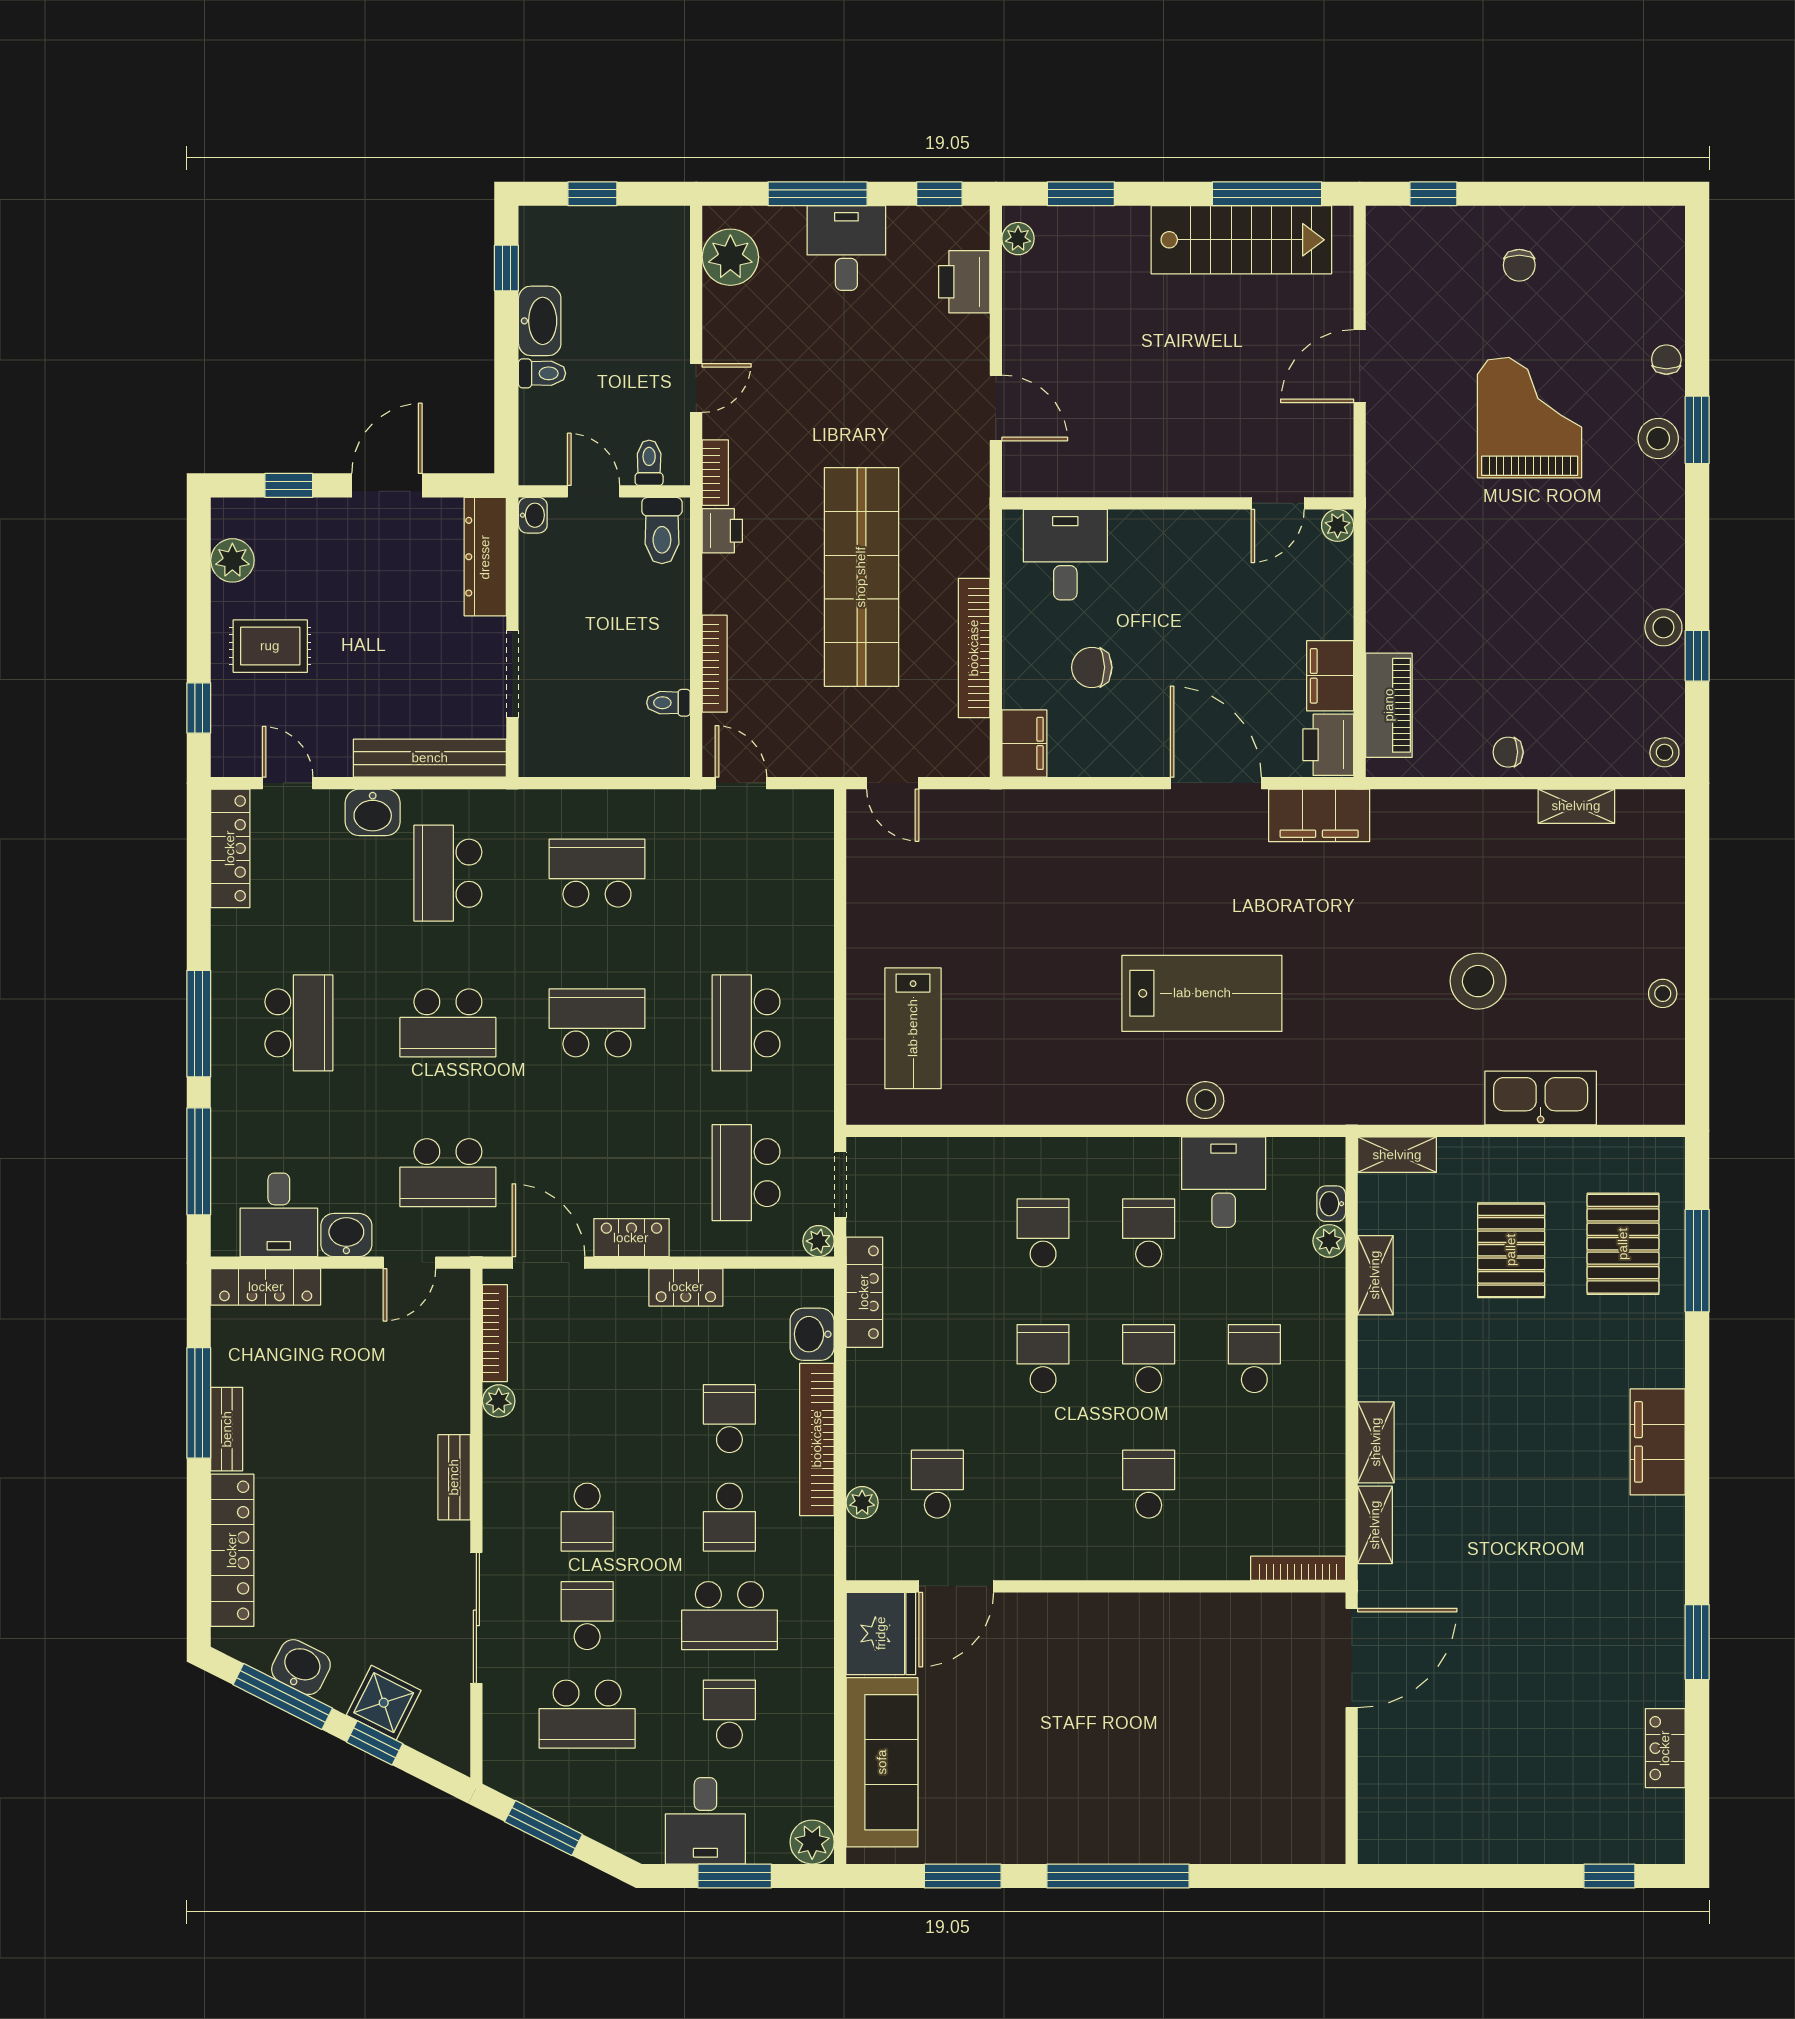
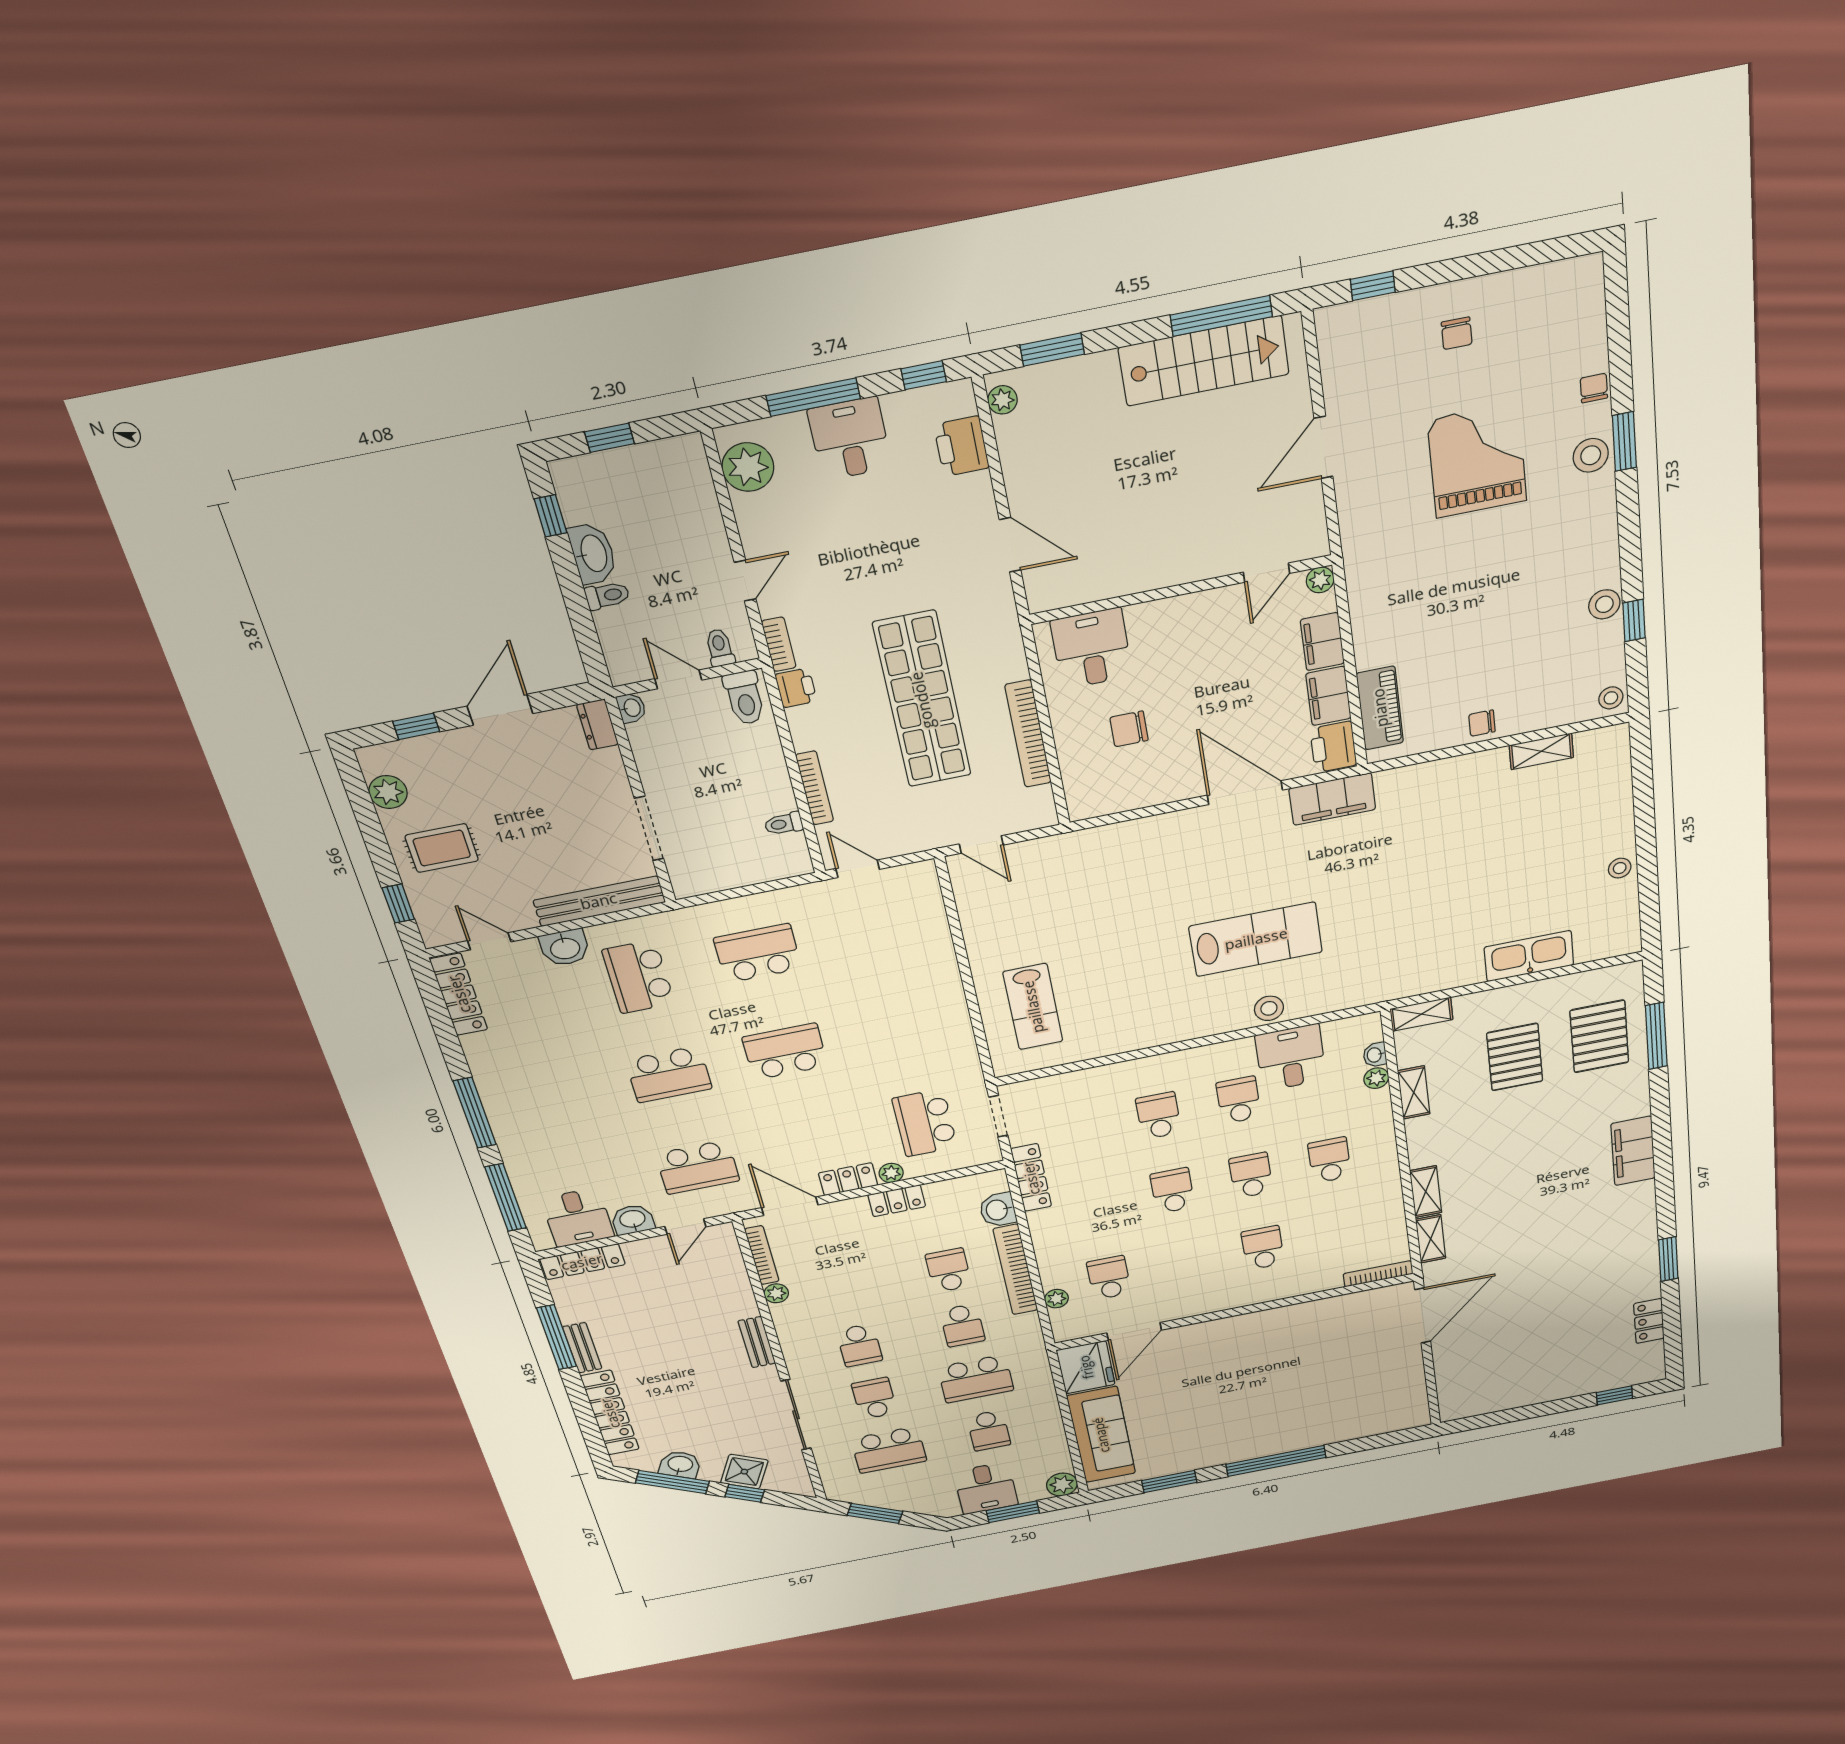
dresser: (485, 557) -> (597, 725), width x0.51, depth x0.80
filing cabinet: (1024, 743) -> (1322, 642), moved, turned 180
stool: (1478, 981) -> (1473, 888), removed
school desk: (299, 1023) -> (552, 1097), removed
school desk: (746, 1023) -> (901, 1029), removed
plant: (819, 1241) -> (891, 1173), moved
school desk: (729, 1714) -> (989, 1430), turned 180

